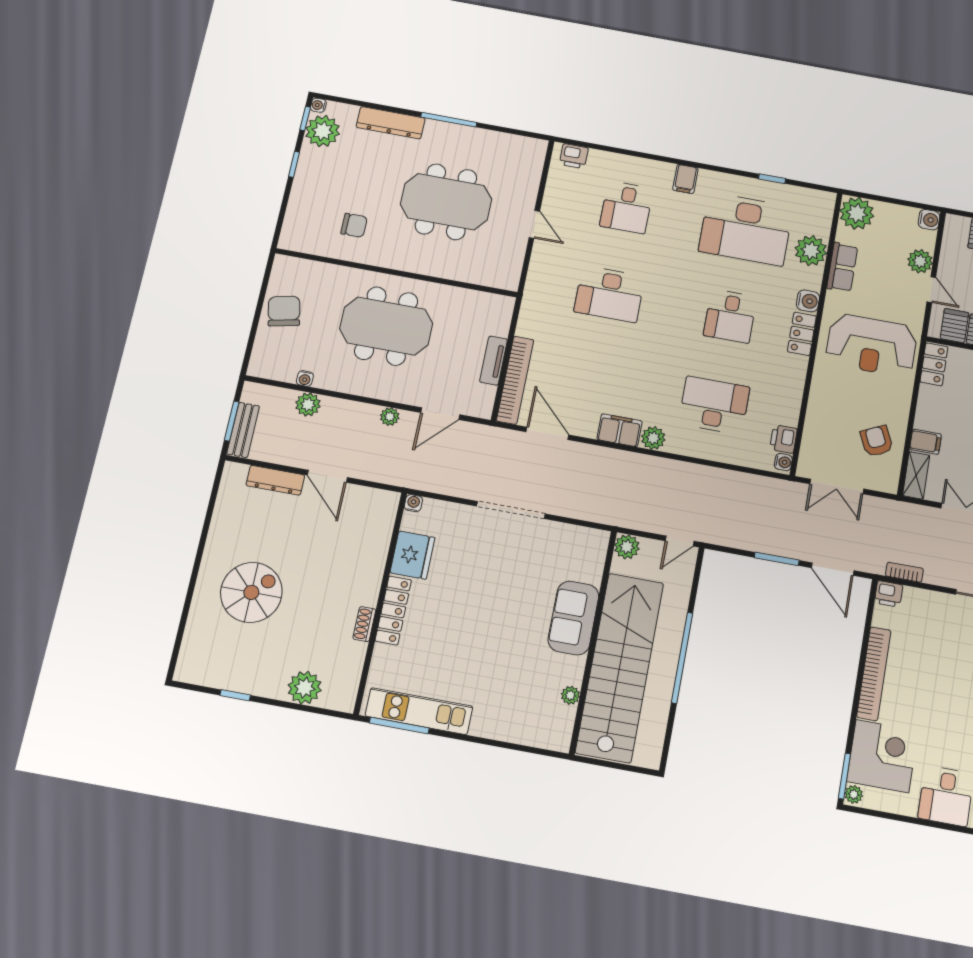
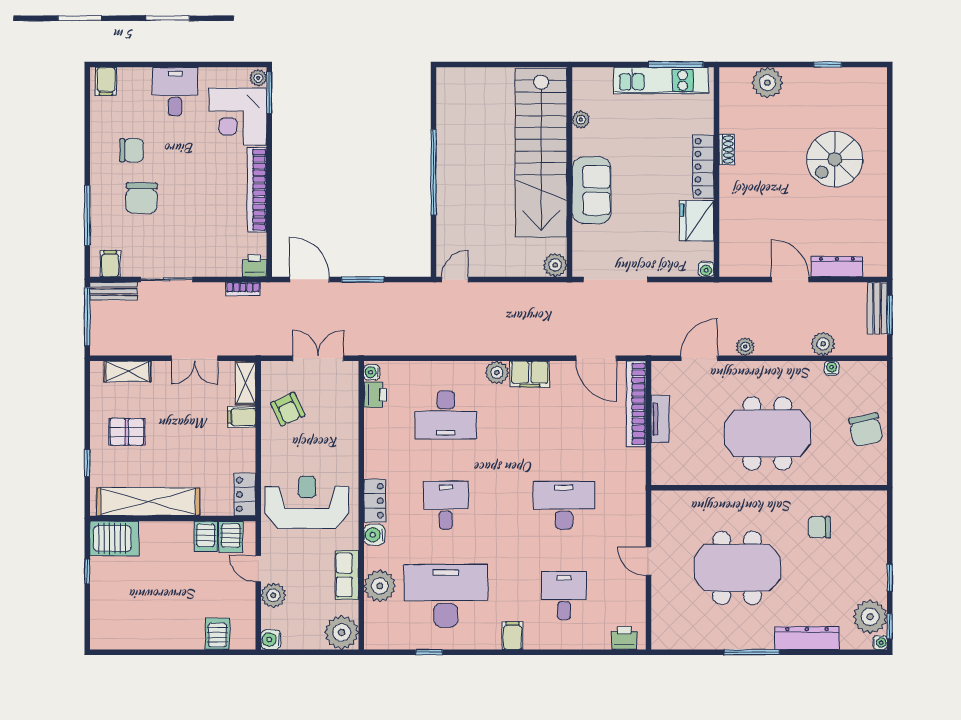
plant: (627, 547) -> (555, 265), moved
sofa: (573, 618) -> (591, 190), moved
wall: (593, 641) -> (570, 172), moved
stairs: (620, 667) -> (541, 153), moved
plant: (570, 695) -> (581, 120), moved

